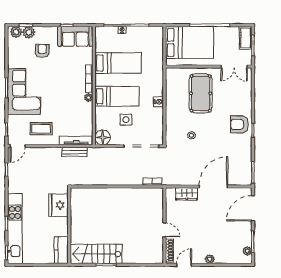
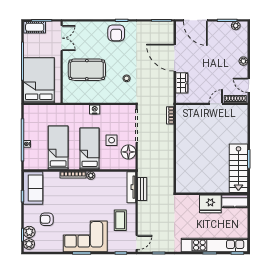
floor lamp: (103, 137) -> (128, 152), moved
door: (18, 146) -> (137, 243), hinge flipped
fridge: (59, 205) -> (210, 204), moved

